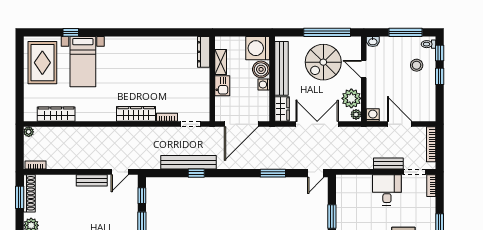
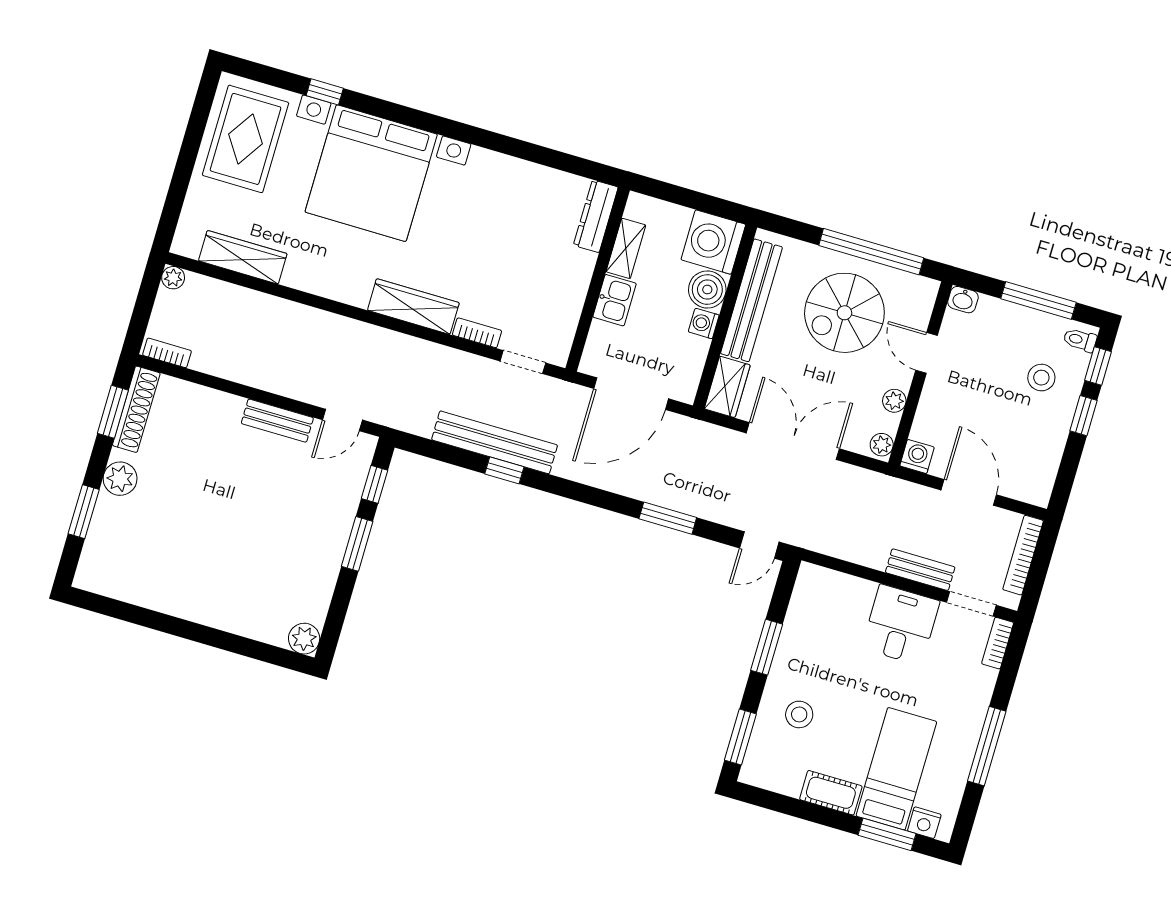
bed with nightstands: (83, 62) -> (371, 173), width x1.85
plant: (351, 98) -> (894, 401), width x0.53, depth x0.53

